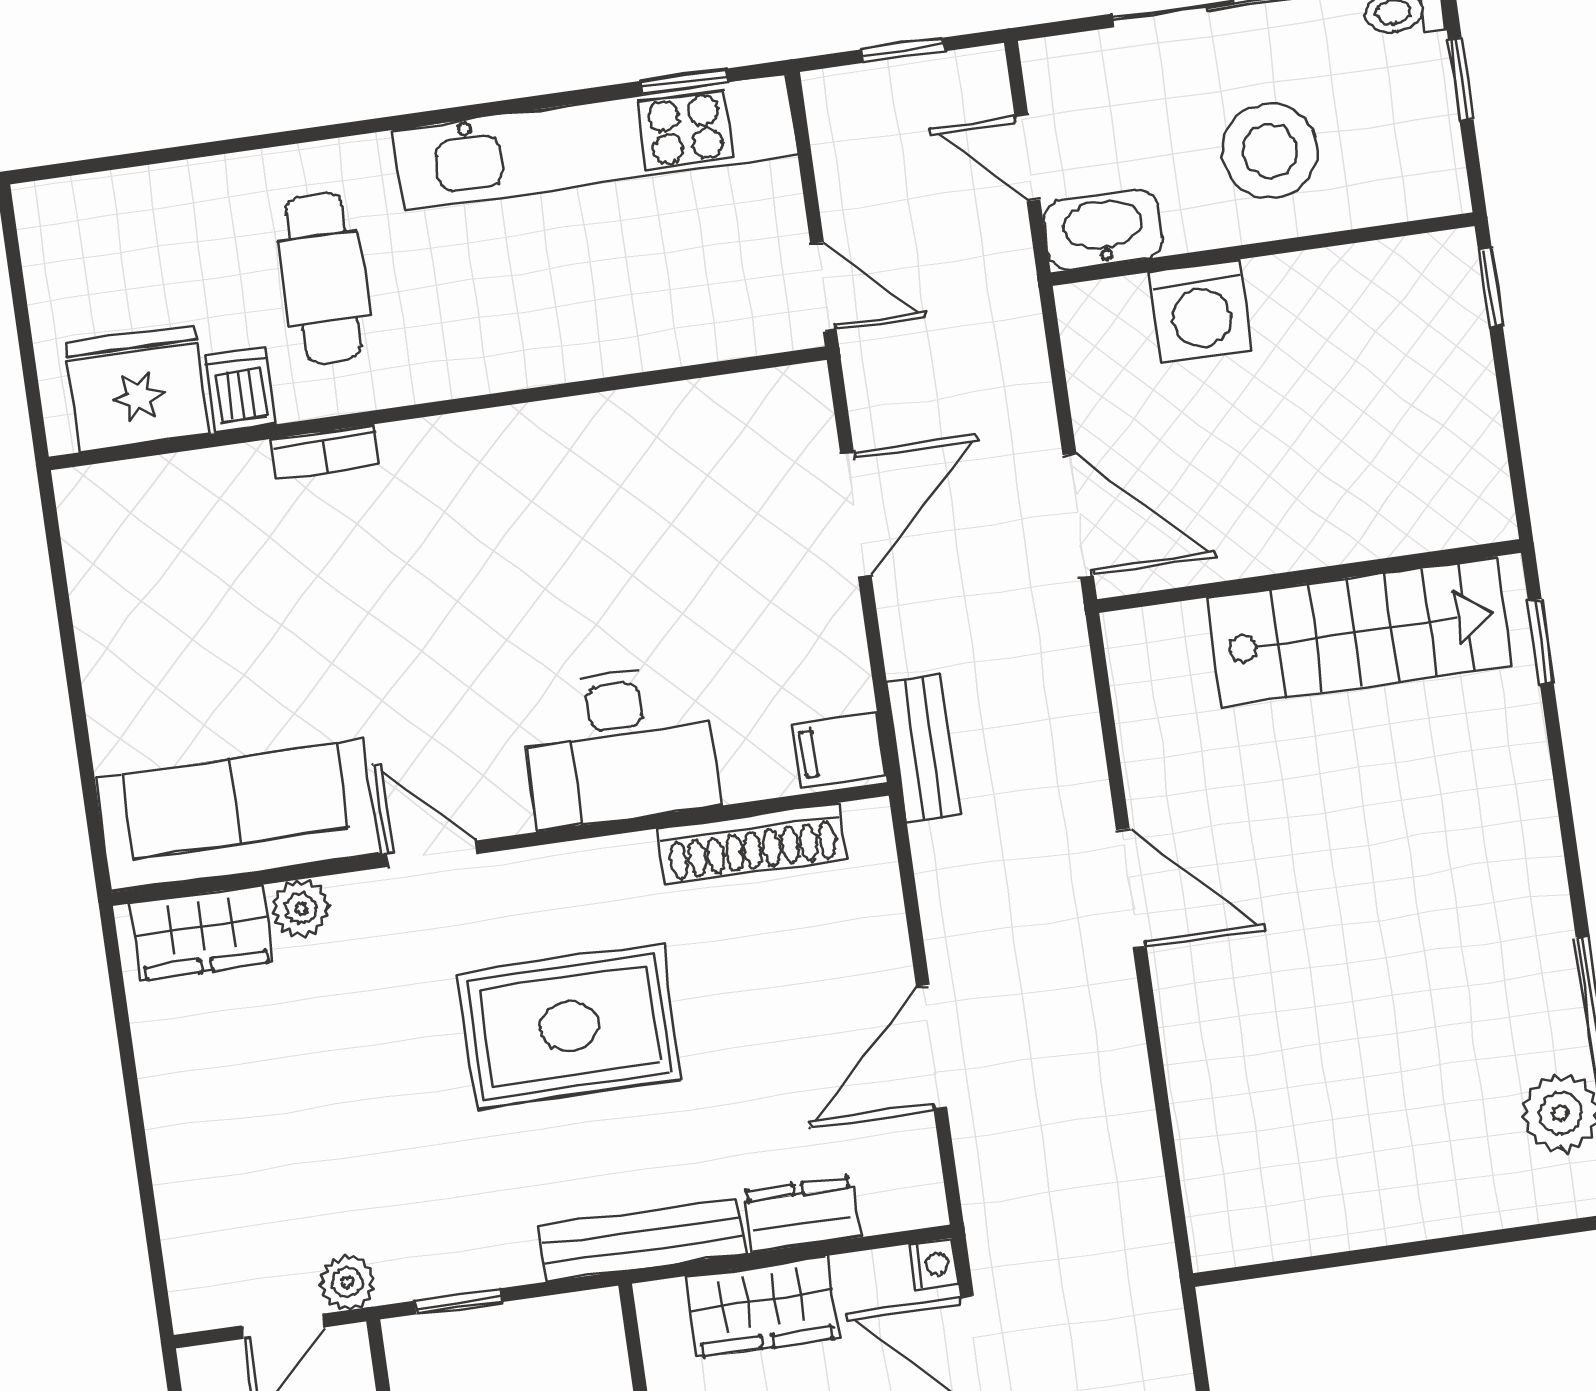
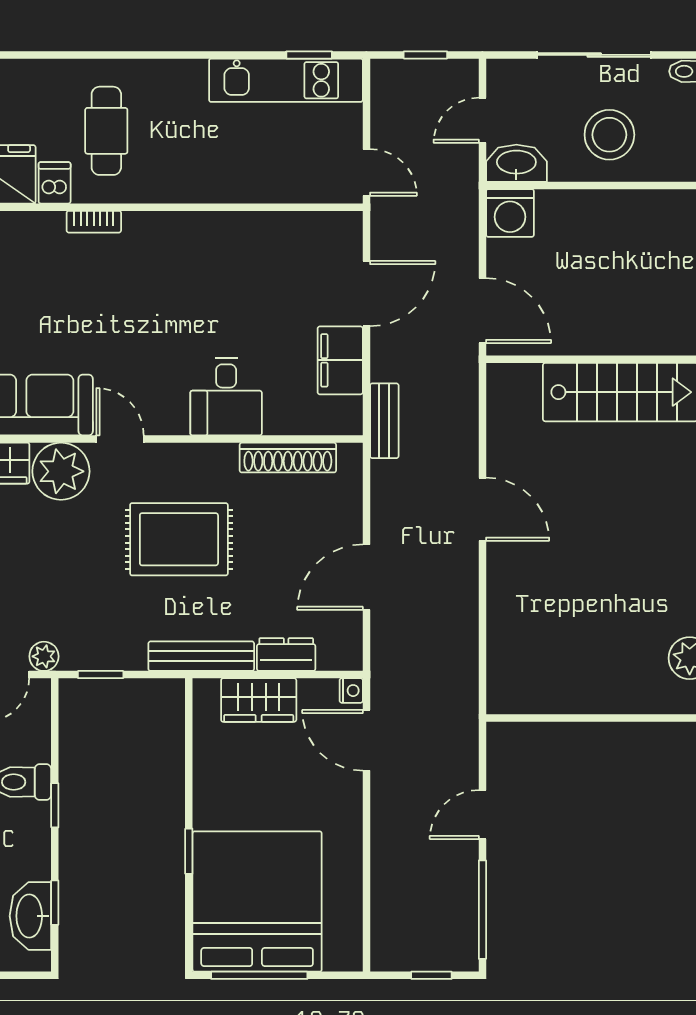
kitchen unit: (595, 143) -> (286, 80), width x0.73
door: (1027, 158) -> (482, 120), hinge flipped
washing machine: (1201, 311) -> (510, 213), moved
desk: (620, 746) -> (226, 397), width x0.73
filing cabinet: (839, 750) -> (340, 360), moved, width x2.00
plant: (301, 908) -> (61, 471), width x1.88, depth x1.88

